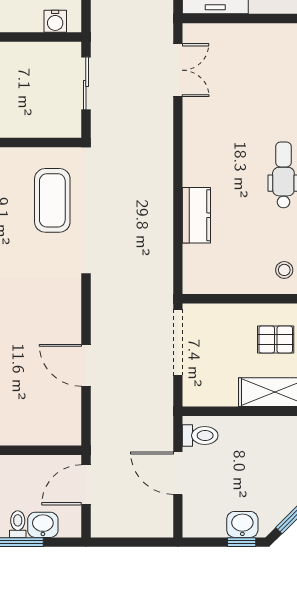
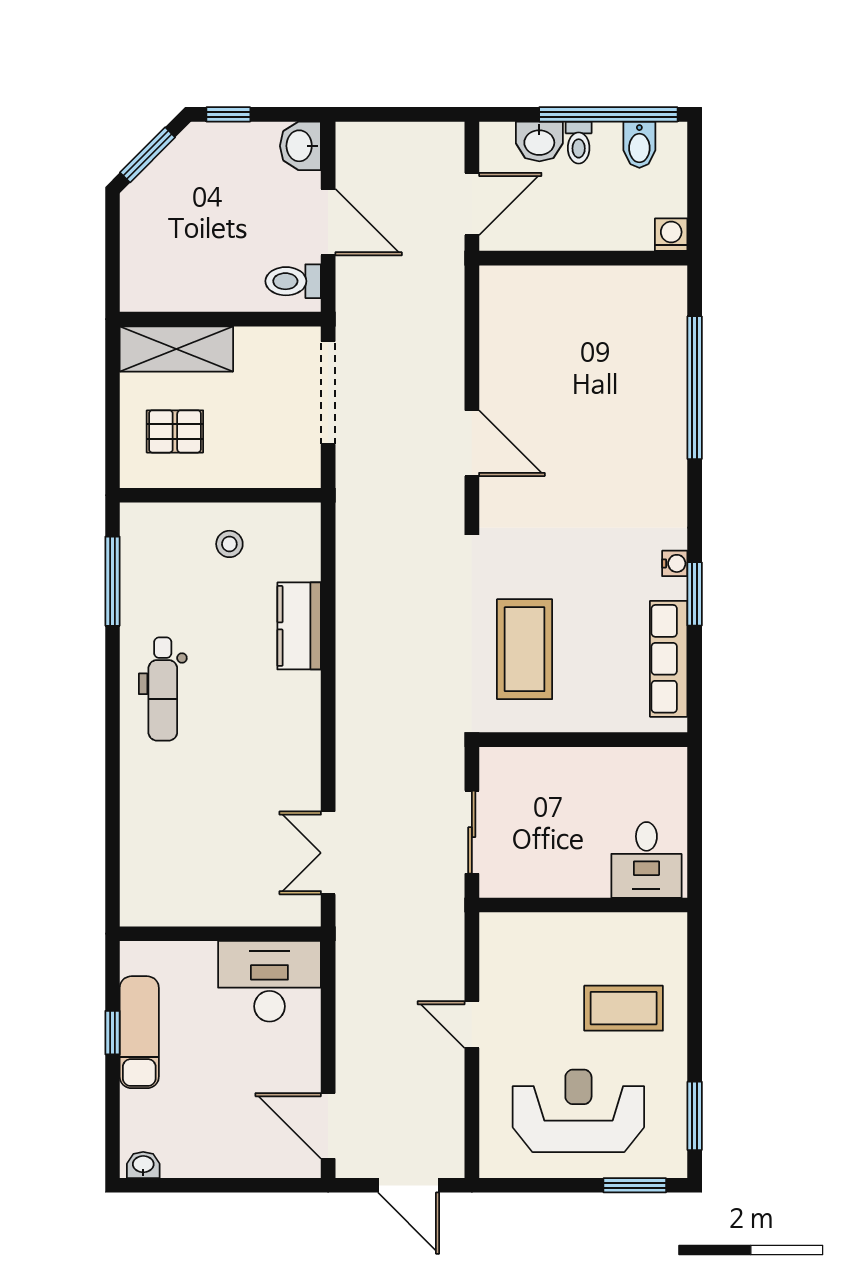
water cooler: (55, 21) -> (520, 930), removed
stool: (284, 270) -> (229, 544), moved
doorway: (178, 342) -> (328, 393), moved
door: (86, 365) -> (472, 443), moved
washbasin: (242, 524) -> (300, 146), moved, turned 90

